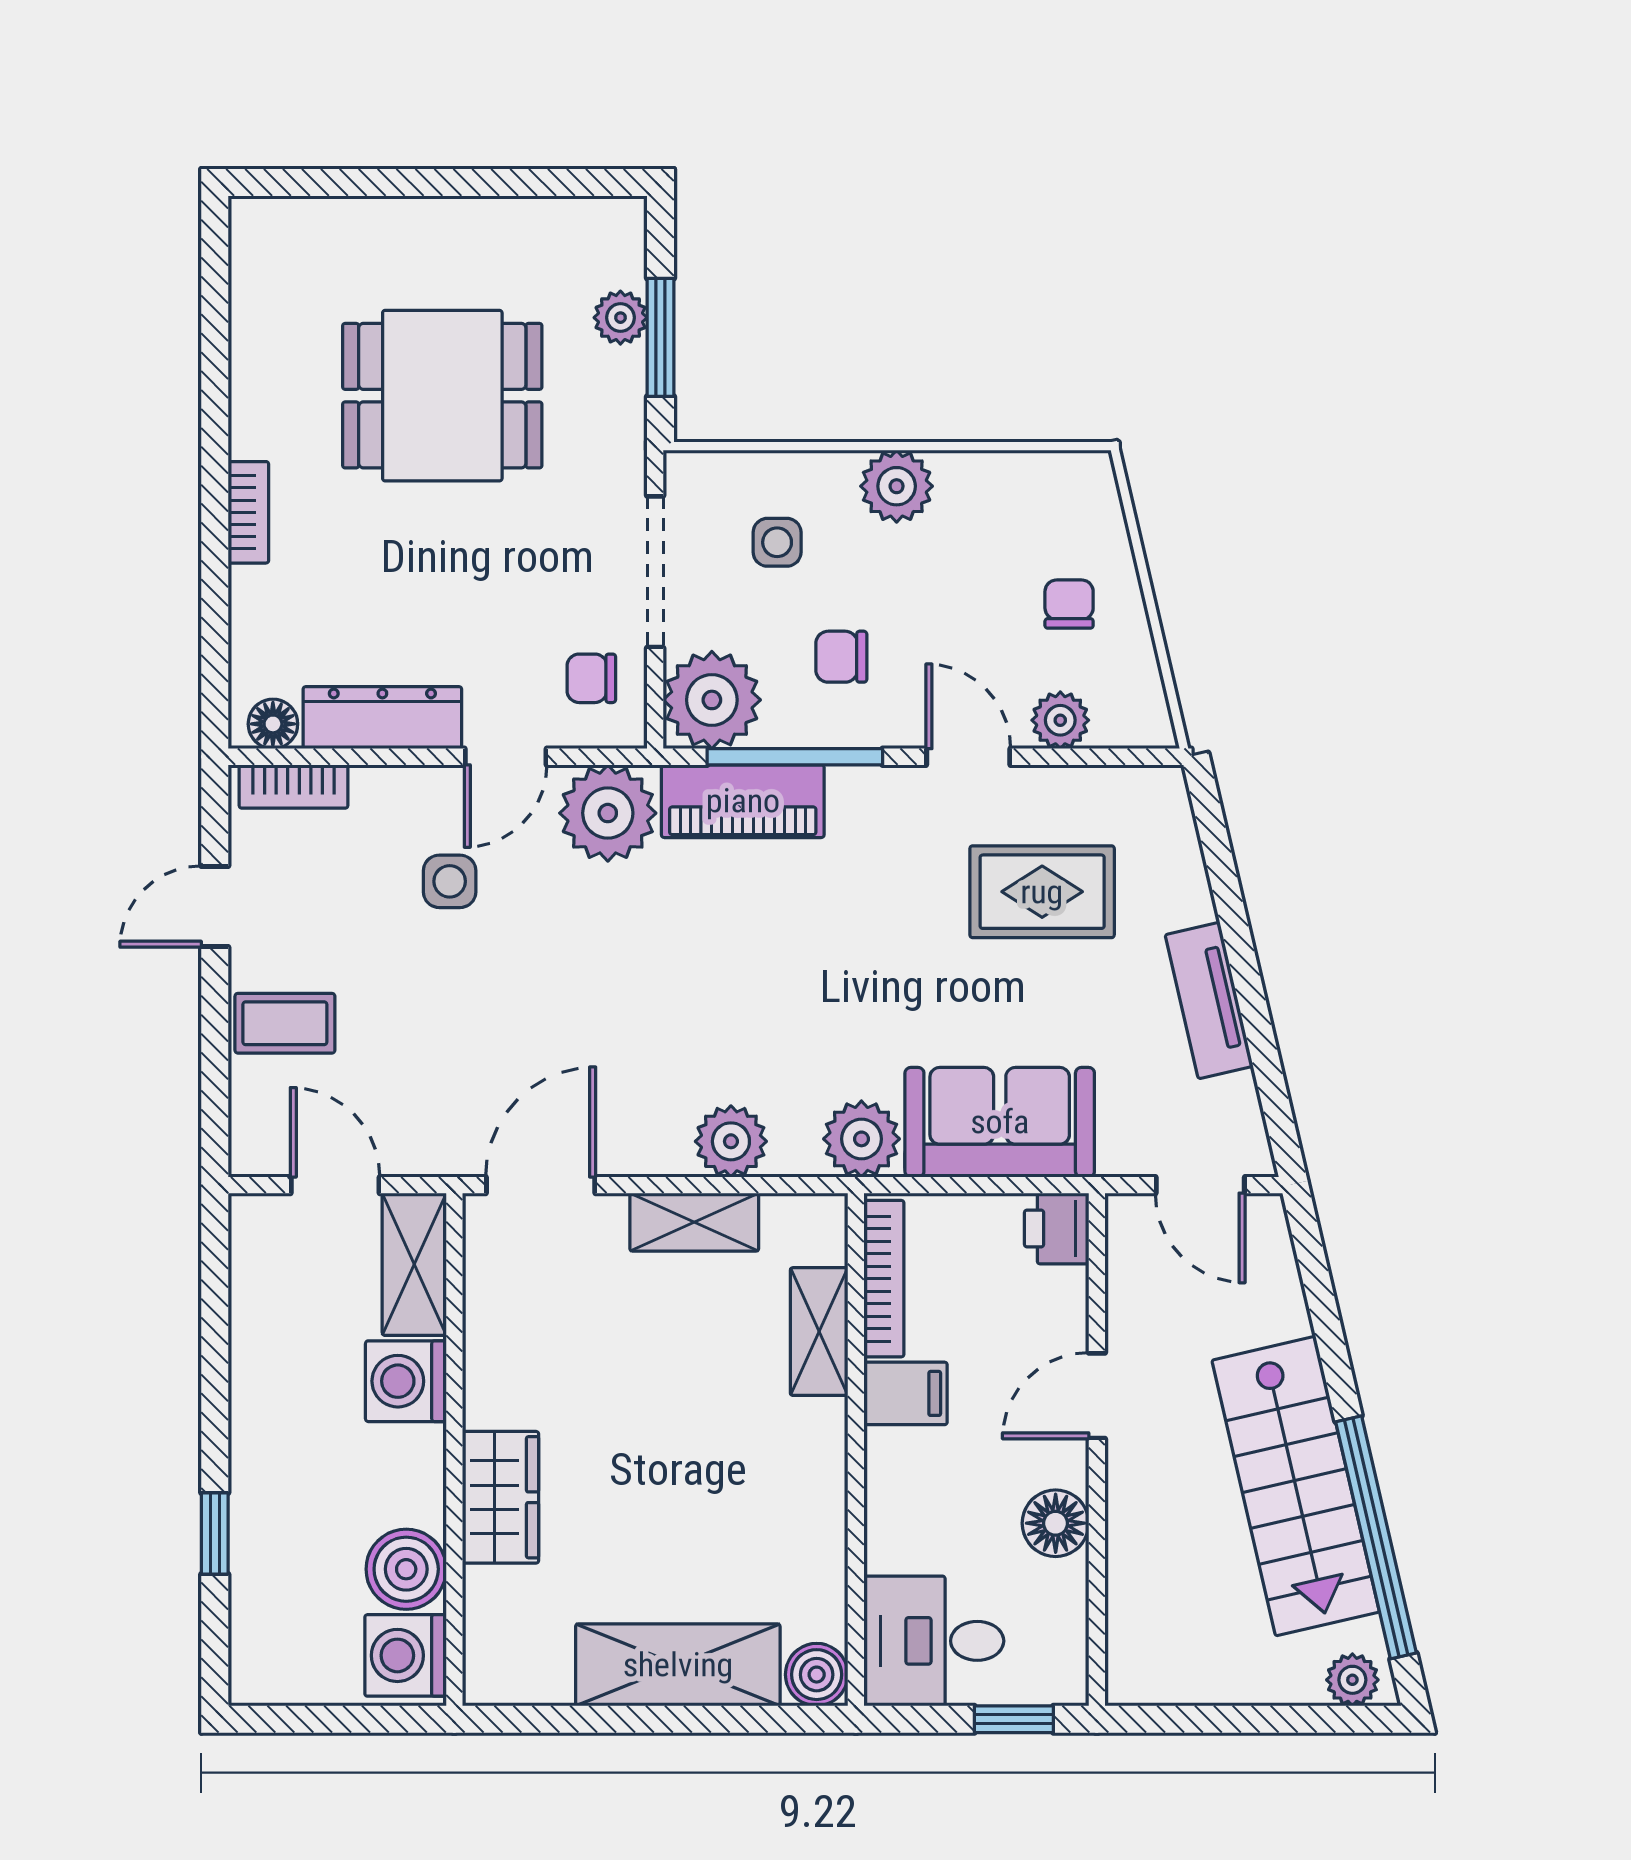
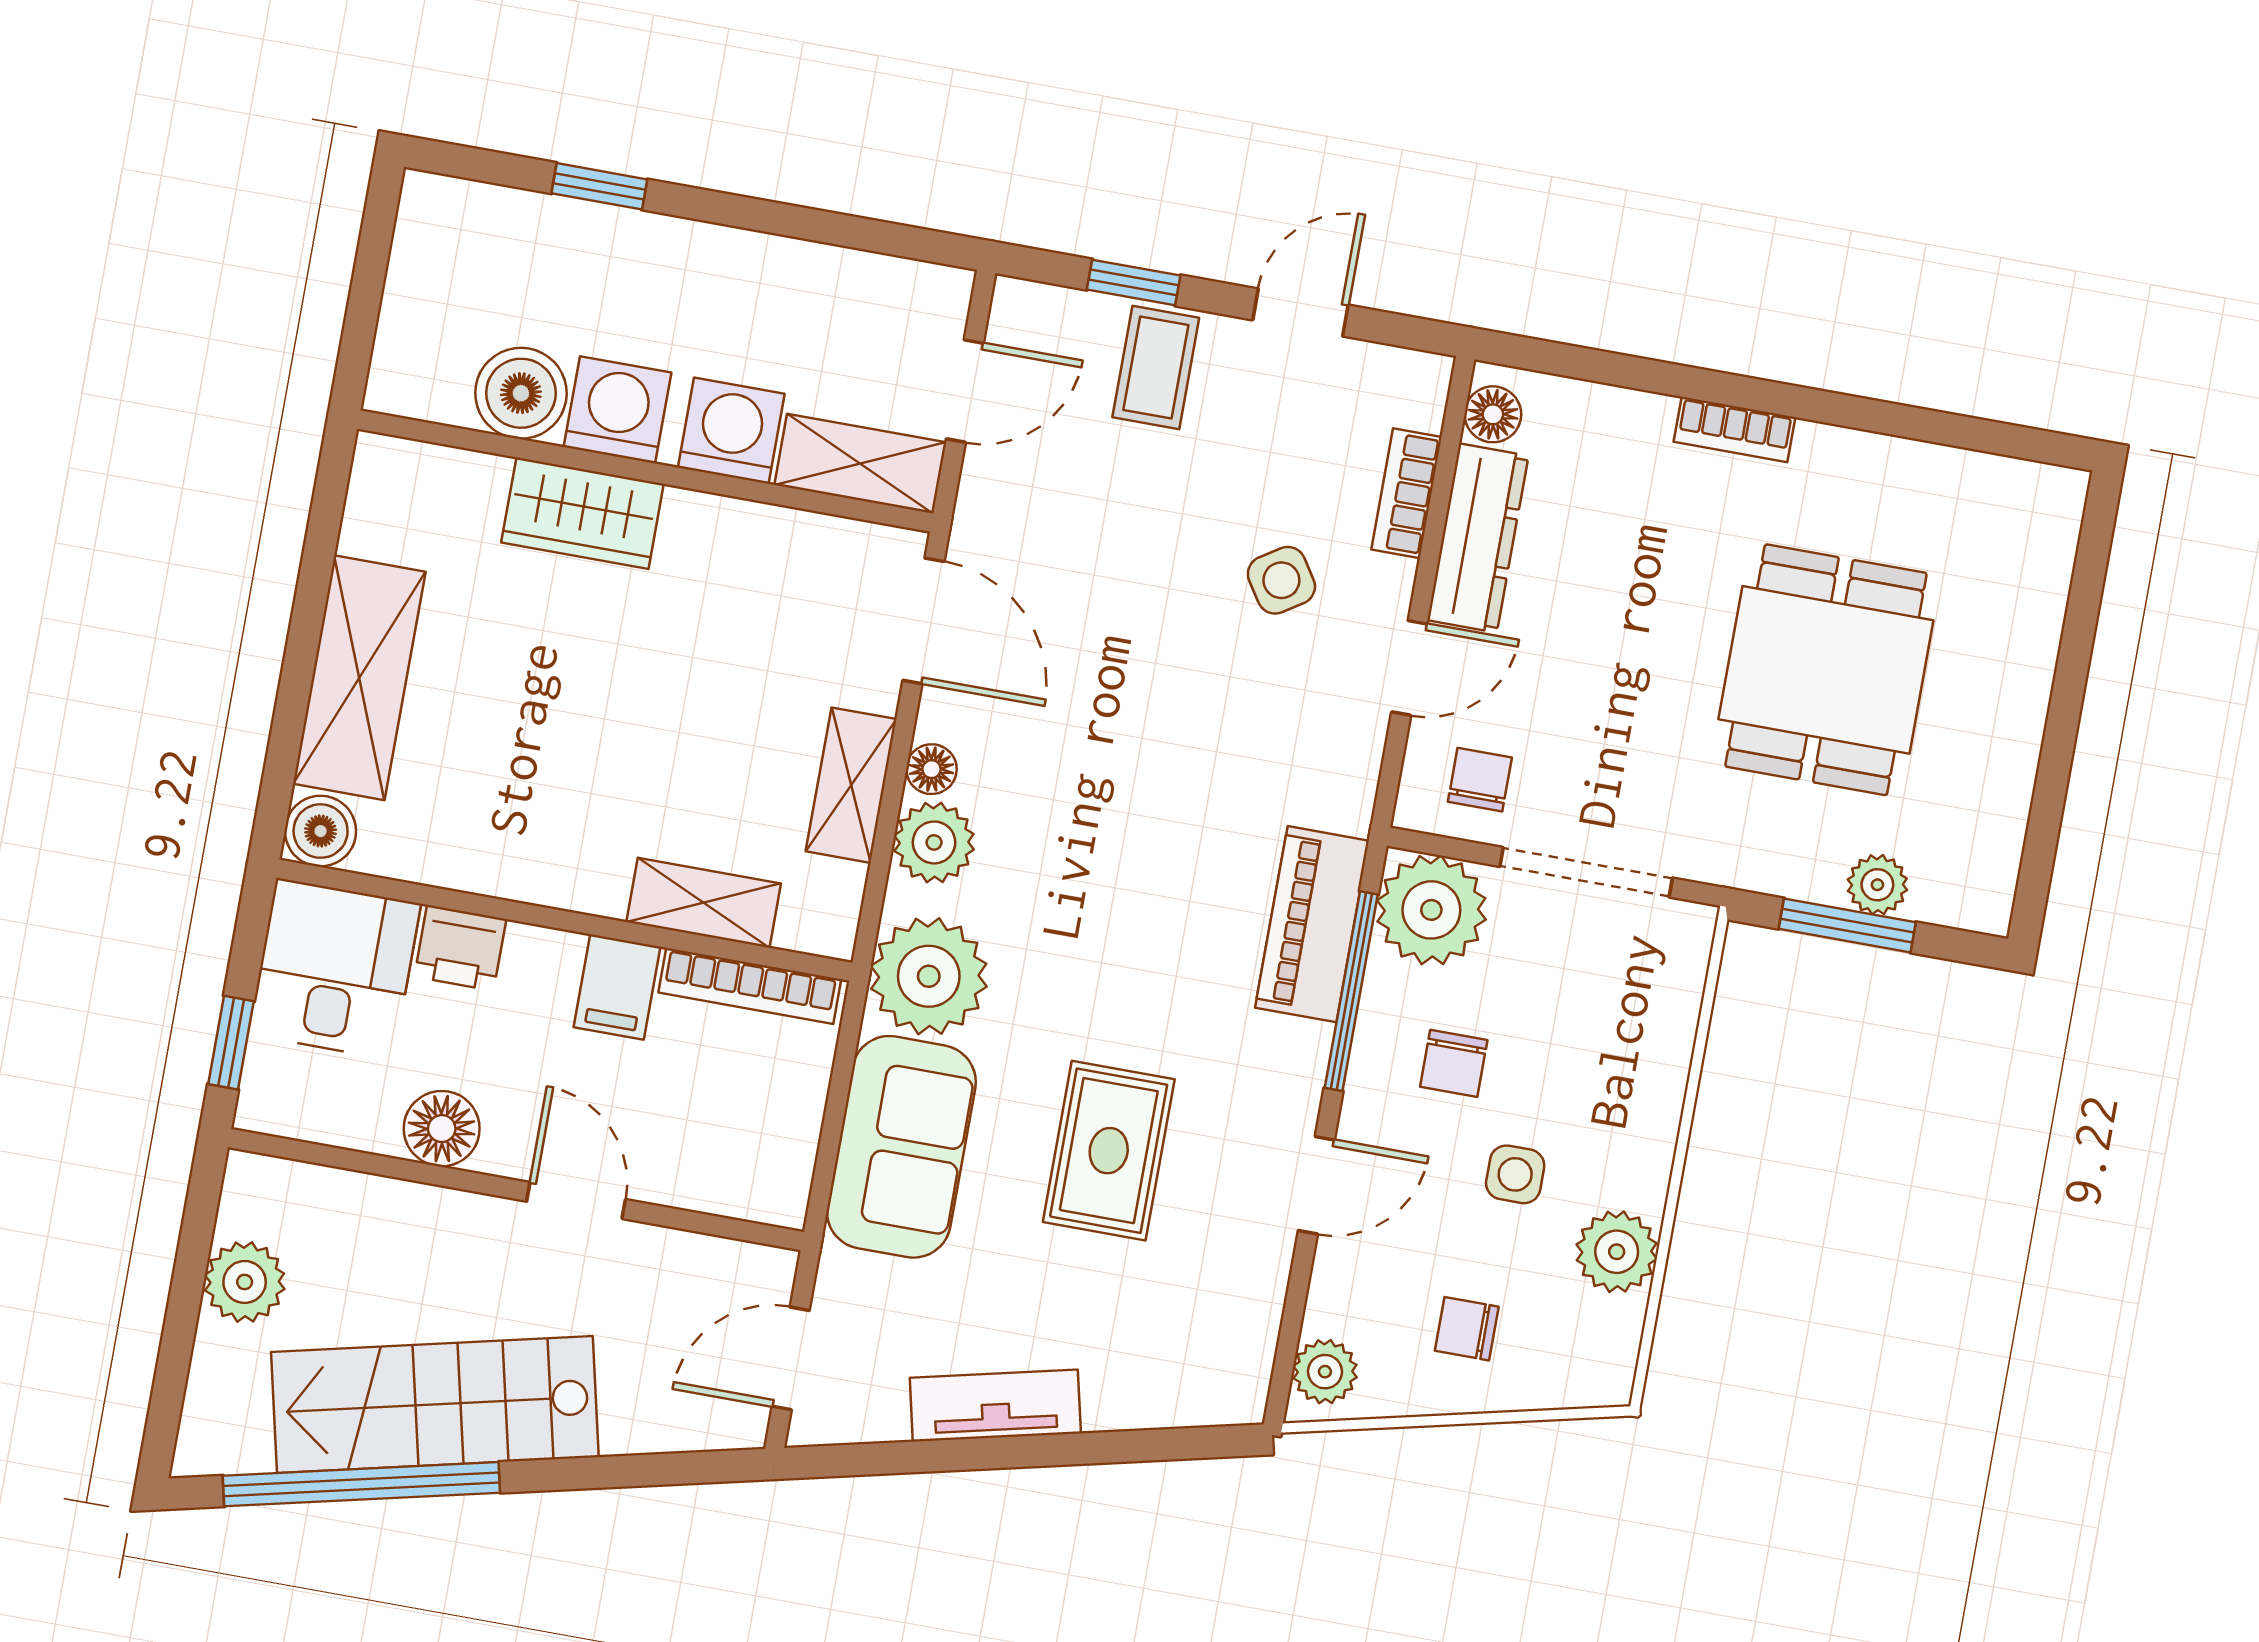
plant: (897, 486) -> (1617, 1252), moved
side table: (777, 542) -> (1515, 1174), moved
chair: (1069, 604) -> (1467, 1329), turned 180
chair: (841, 657) -> (1454, 1063), turned 180
plant: (1060, 720) -> (1325, 1372), moved
door: (506, 757) -> (1409, 668), swing flipped
bookcase: (294, 786) -> (1407, 493), moved
plant: (608, 813) -> (1326, 771), removed
side table: (450, 881) -> (1281, 580), turned -33
rug: (1042, 892) -> (1109, 1151), moved
door: (215, 906) -> (1301, 312), hinge flipped
window: (215, 1056) -> (1134, 282), added
plant: (861, 1139) -> (929, 976), width x1.36, depth x1.36
floor lamp: (668, 1155) -> (932, 769), added
printer: (1057, 1228) -> (460, 948), moved, turned 180
washing machine: (406, 1655) -> (617, 410), moved
plant: (1352, 1680) -> (245, 1282), moved, width x1.38, depth x1.38

